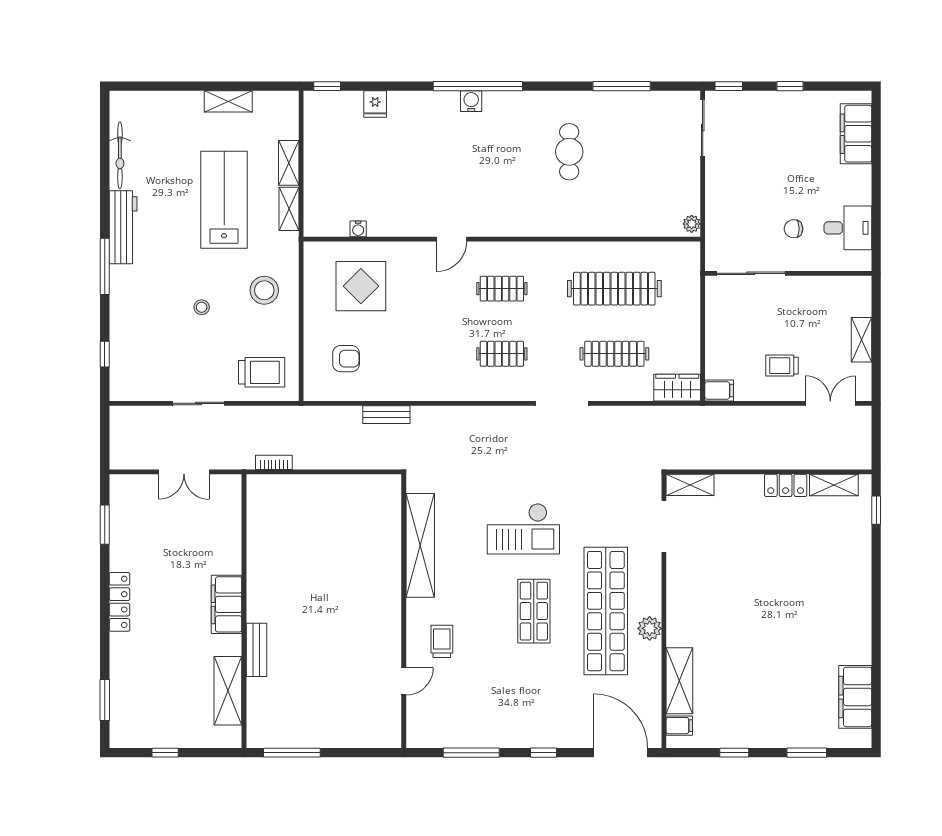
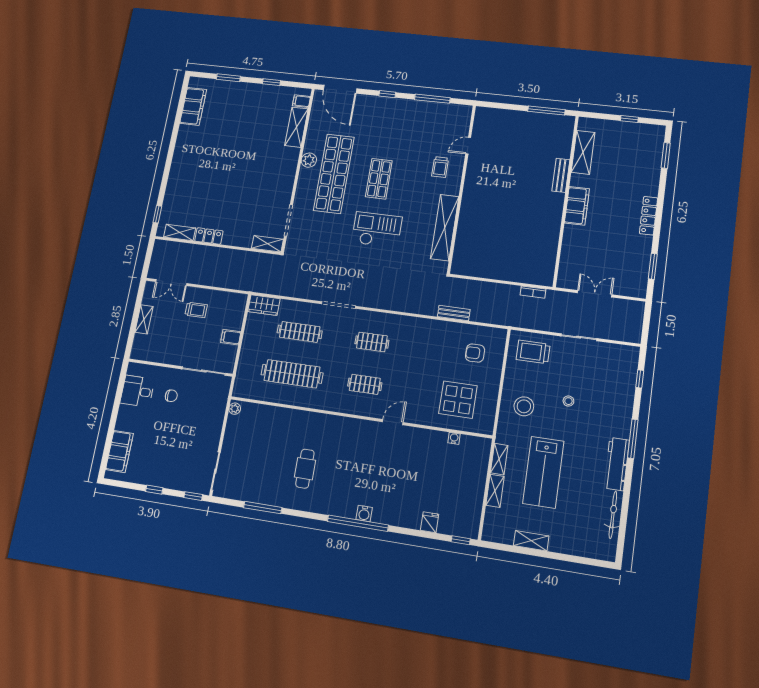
filing cabinet: (719, 390) -> (231, 337), moved

